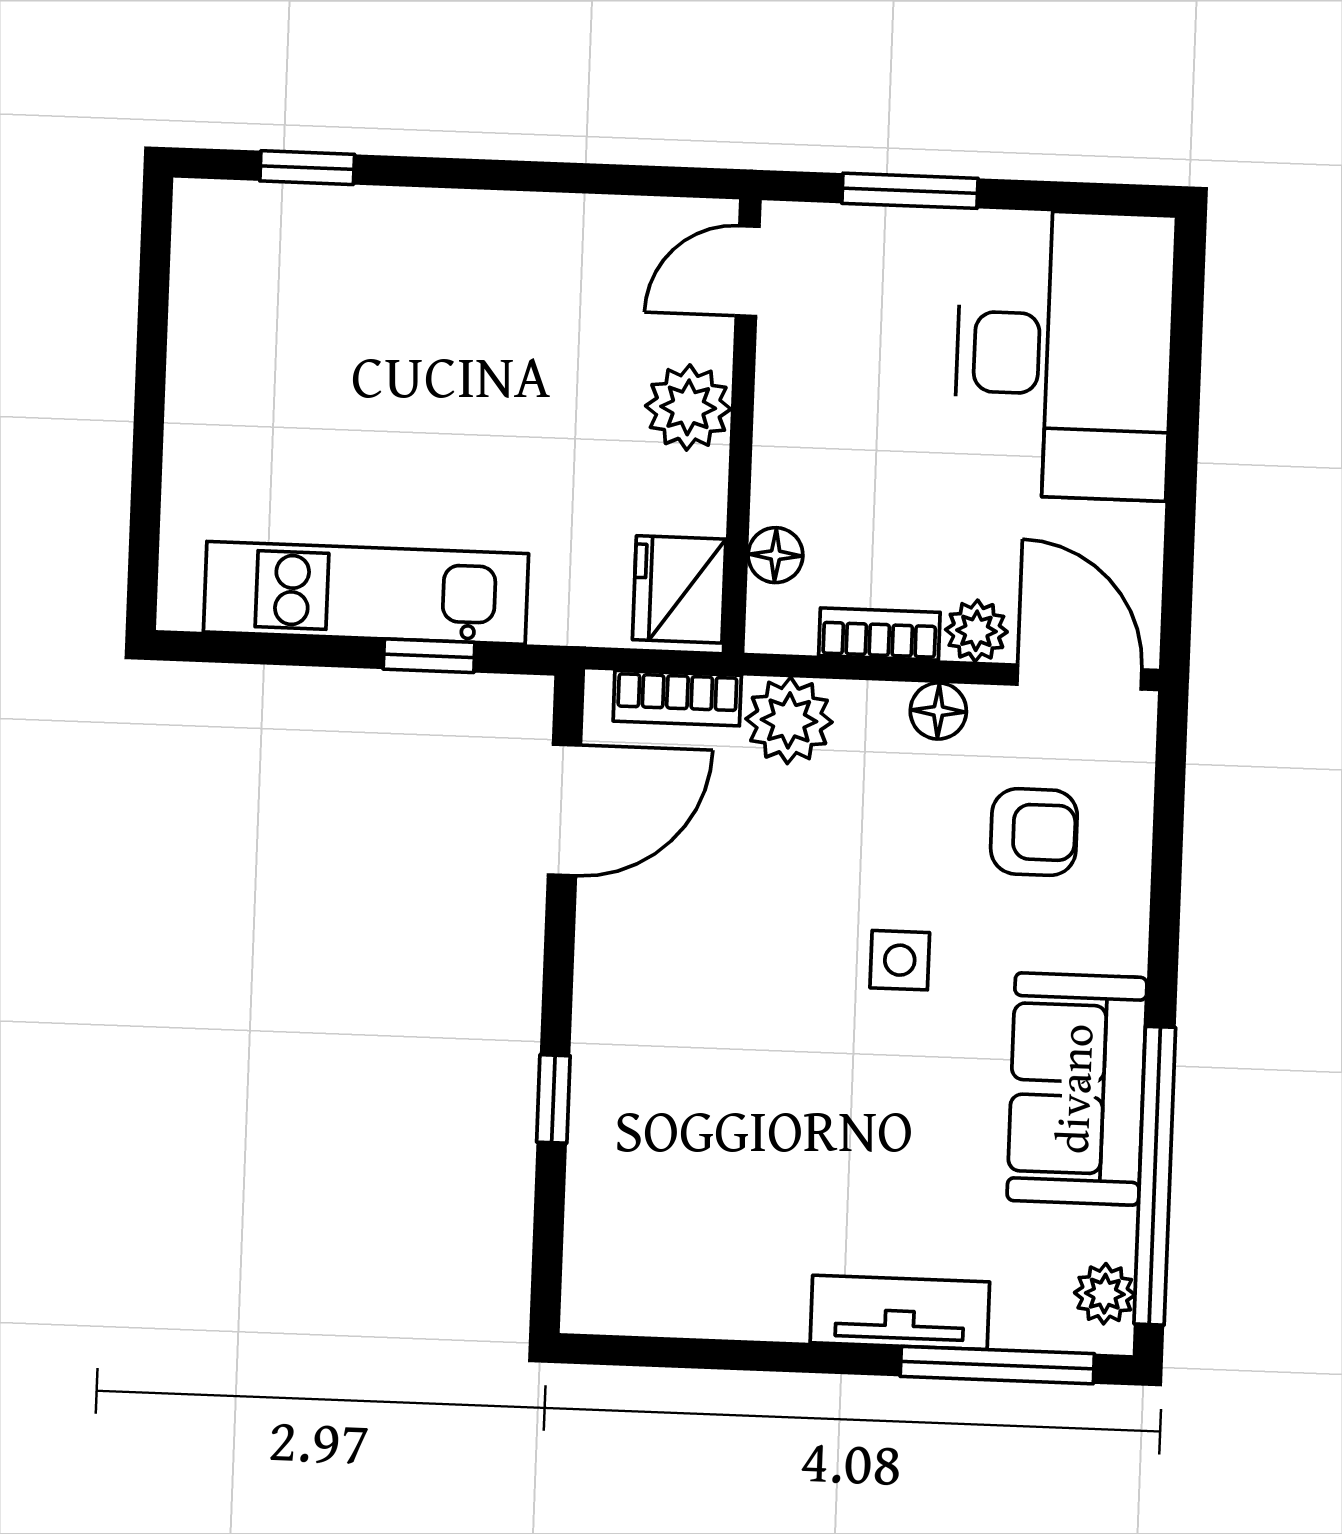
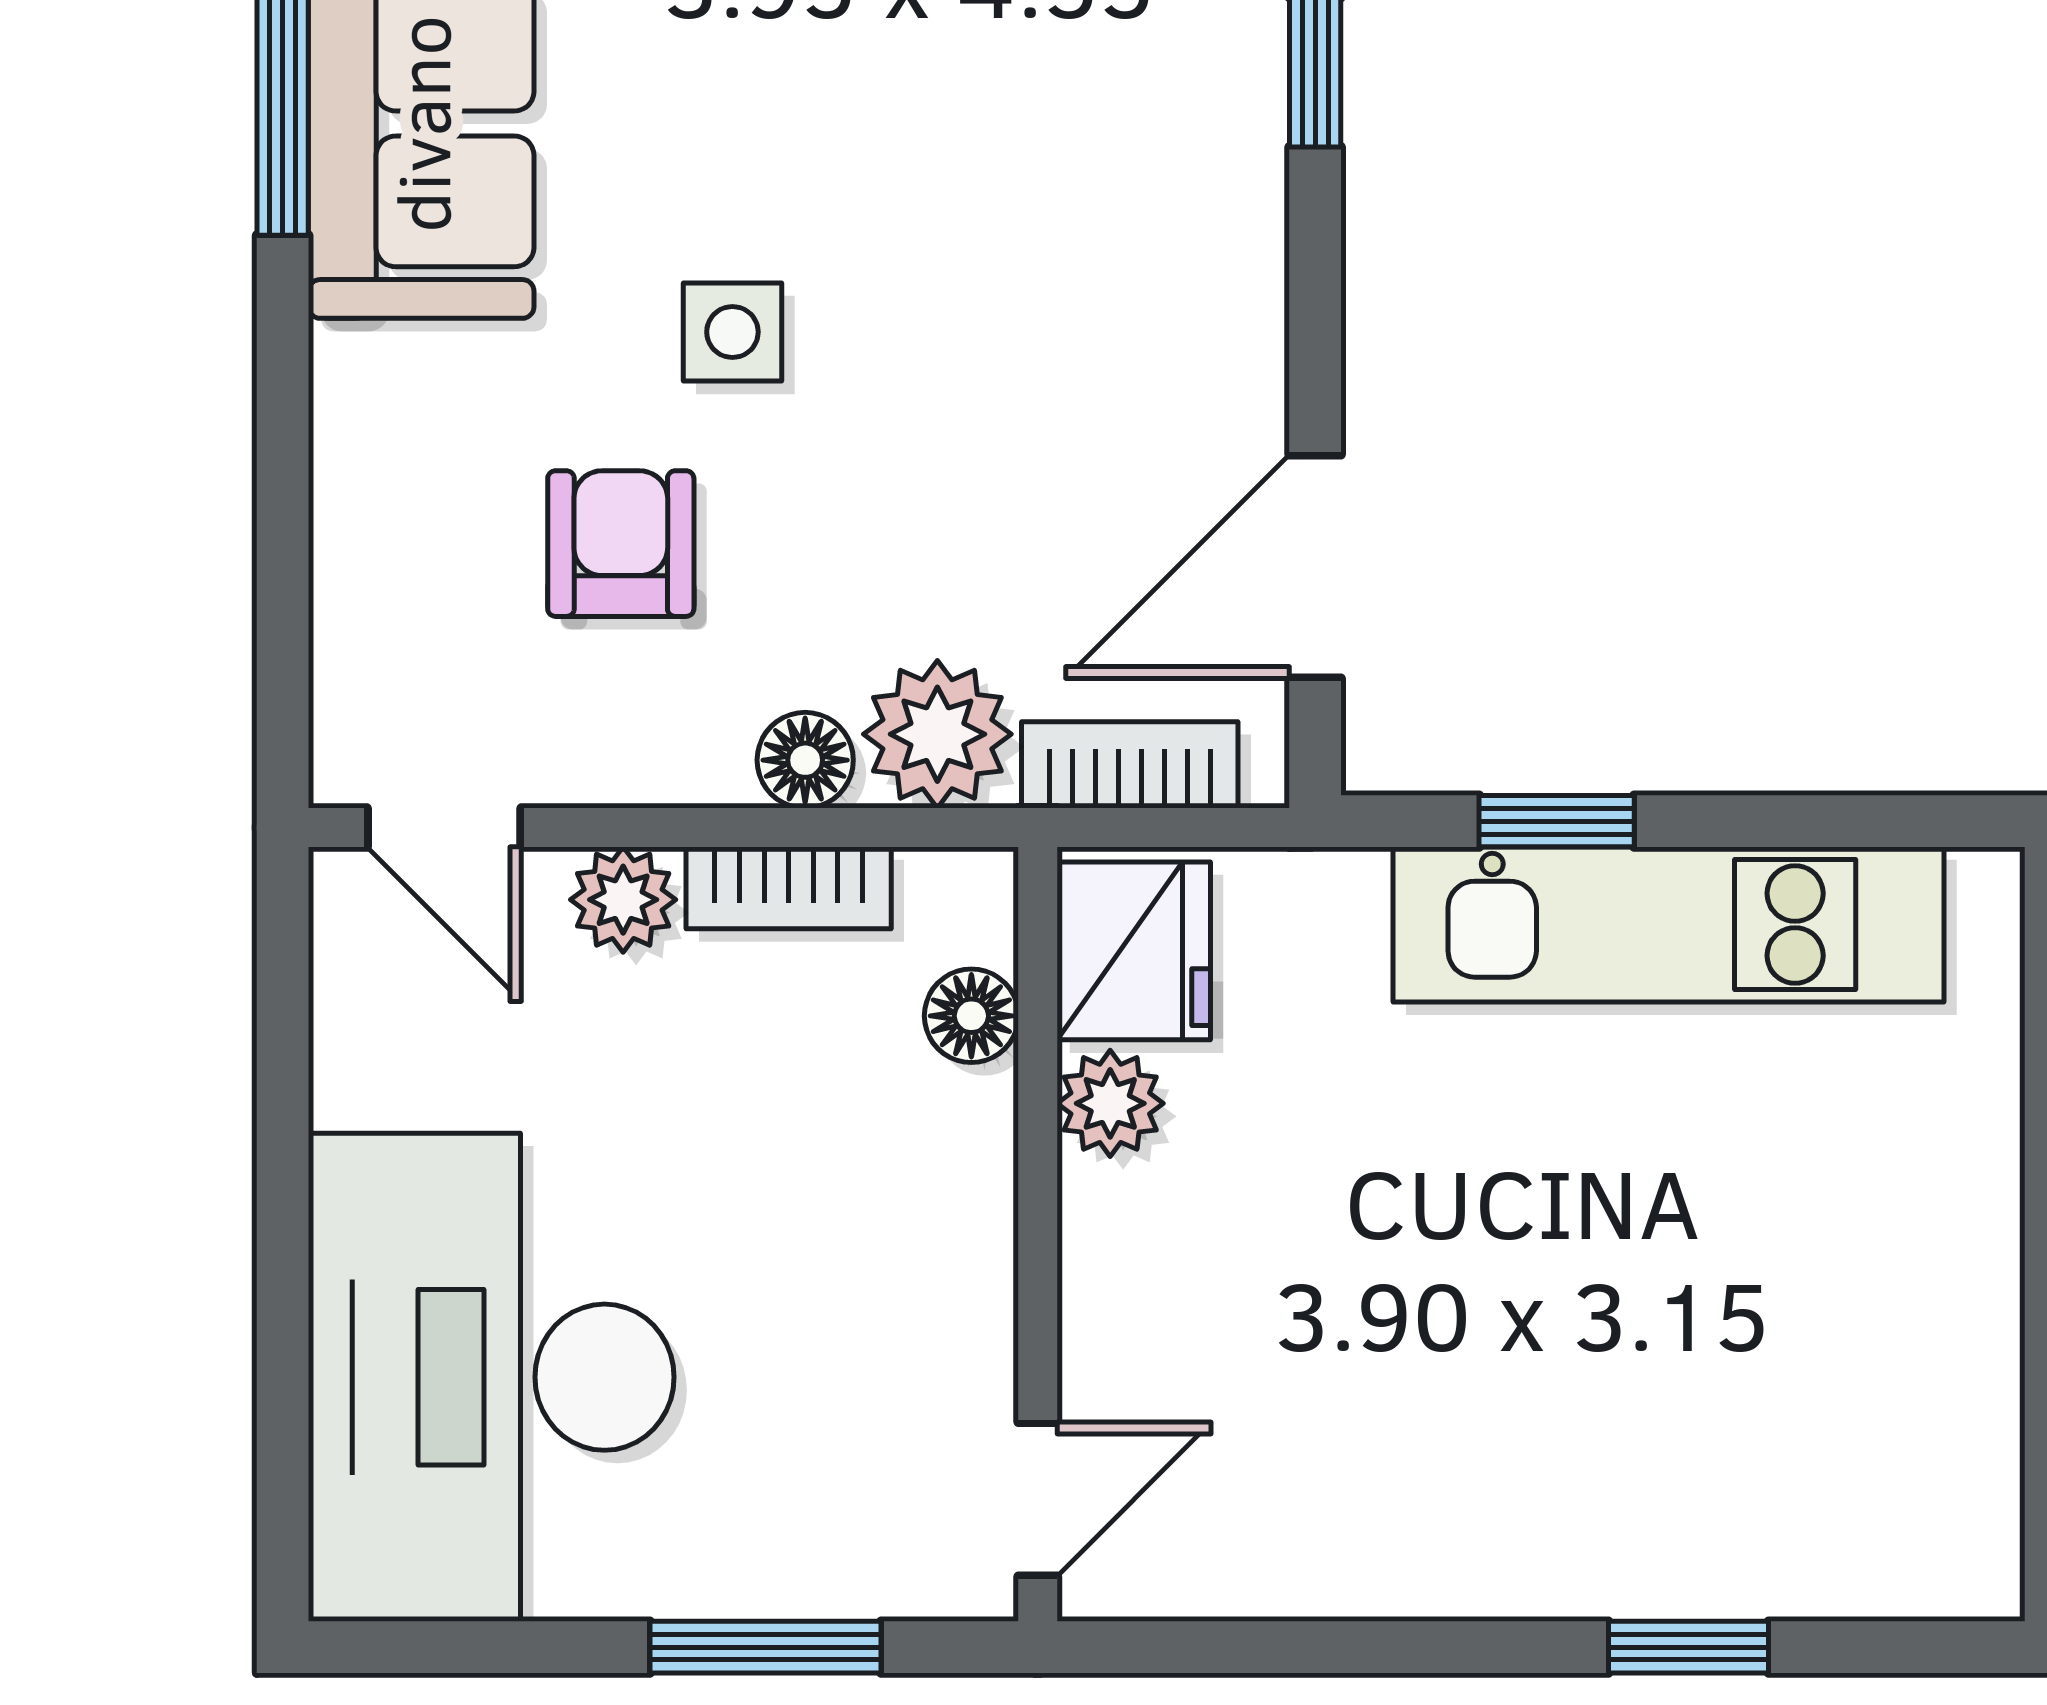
window: (307, 168) -> (1688, 1647), moved
plant: (688, 407) -> (1110, 1103), moved, width x0.73, depth x0.73
door: (1079, 677) -> (444, 828), width x0.73
floor lamp: (938, 711) -> (805, 760), moved
armchair: (1034, 832) -> (621, 544), moved, turned 90

